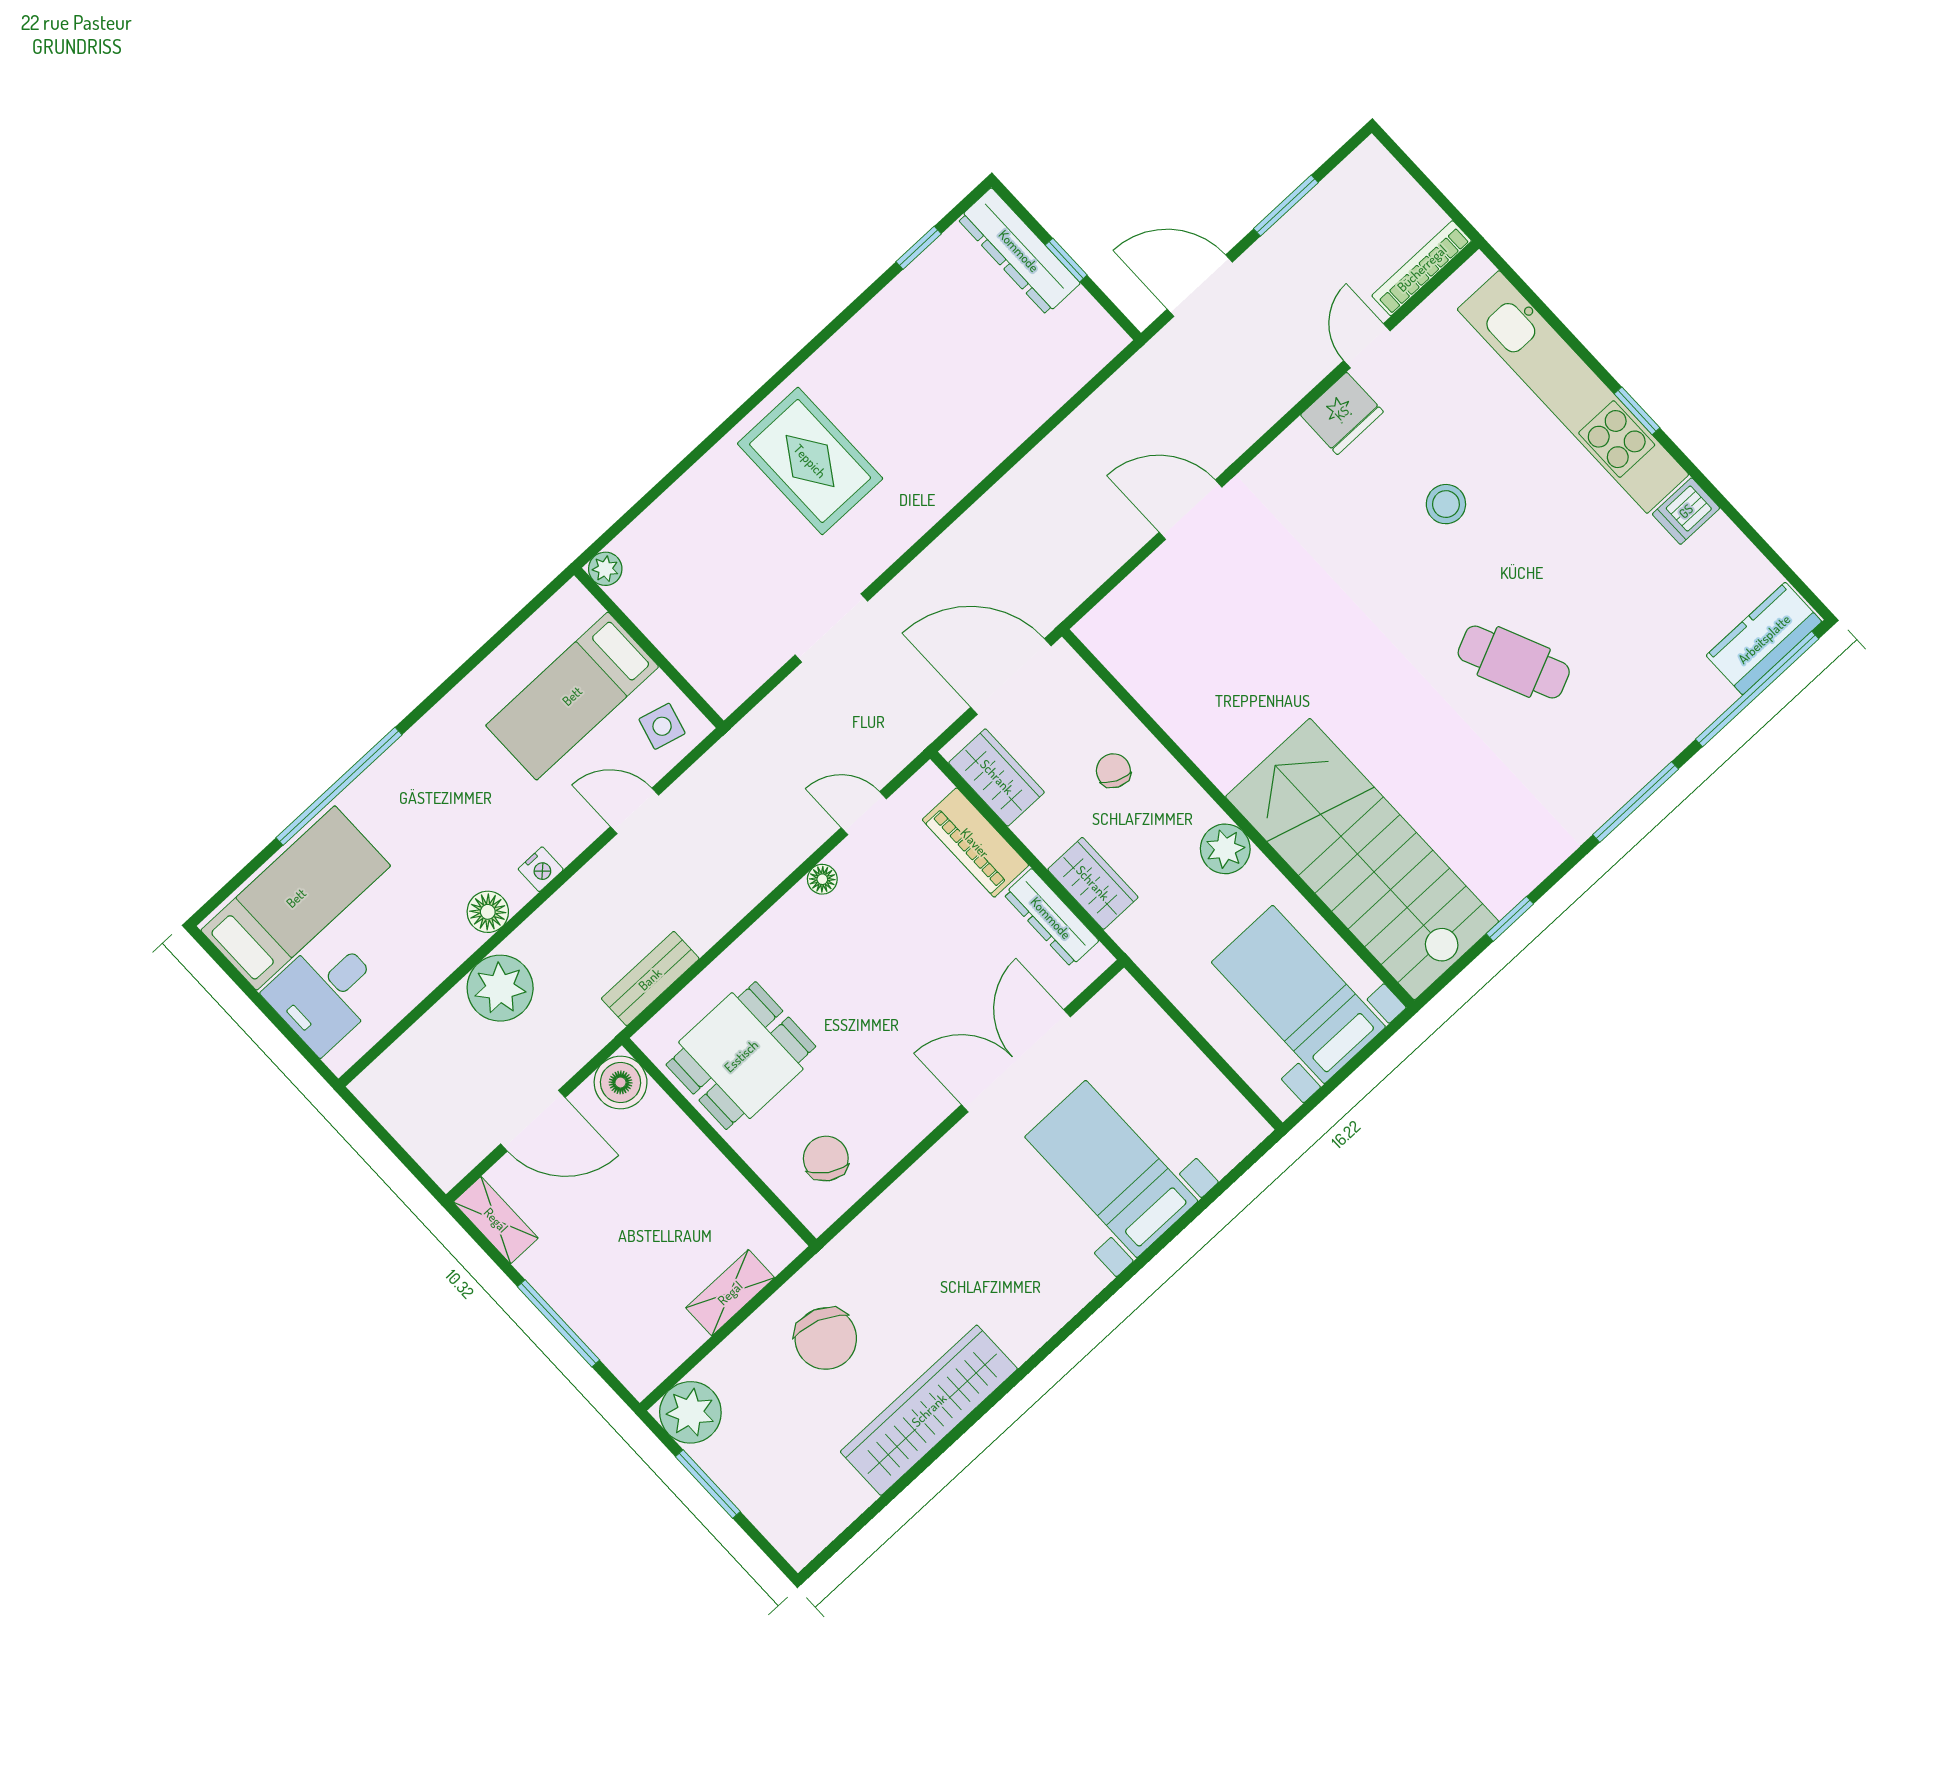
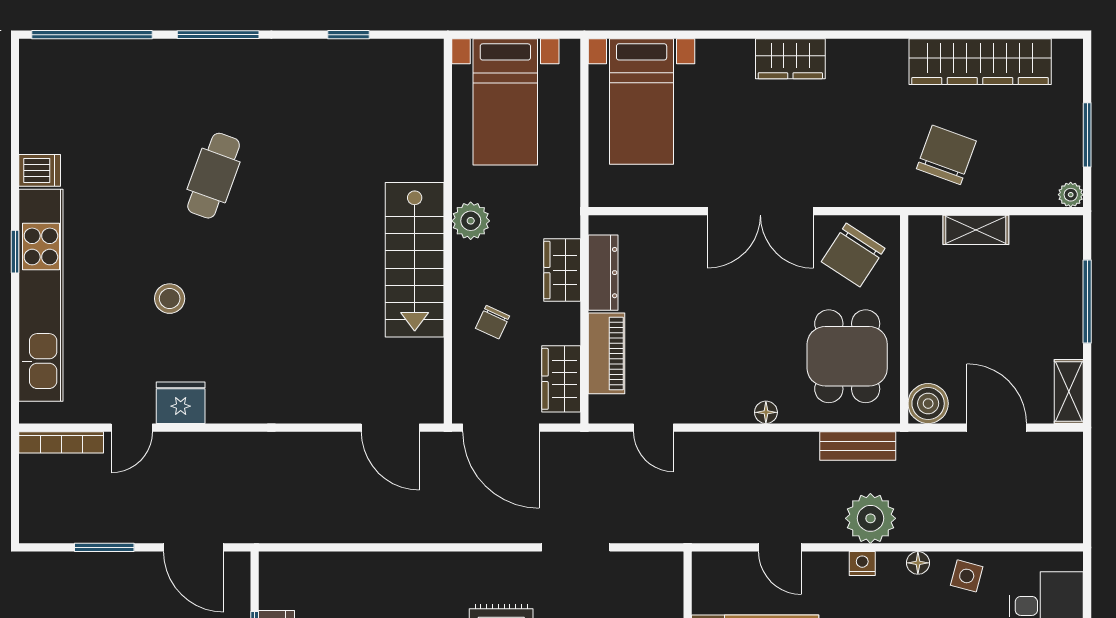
door: (1190, 510) -> (390, 428), moved
kitchen counter: (1764, 639) -> (62, 59), removed
cafe table: (1514, 662) -> (214, 176), turned 44
side table: (662, 726) -> (967, 576), moved
stairs: (1362, 859) -> (415, 260), moved, width x0.73, depth x0.66
floor lamp: (822, 879) -> (766, 412), moved
floor lamp: (488, 912) -> (918, 563), width x0.73, depth x0.73
plant: (500, 988) -> (870, 518), moved
dining table: (741, 1056) -> (847, 356), turned 90
double door: (1016, 1061) -> (760, 211), moved
chair: (826, 1159) -> (853, 255), width x1.37, depth x1.37
bed with nightstands: (1111, 1169) -> (642, 102), moved
wardrobe: (1062, 1291) -> (790, 59), added
wardrobe: (929, 1410) -> (980, 62), moved
plant: (690, 1412) -> (1071, 195), width x0.53, depth x0.53

